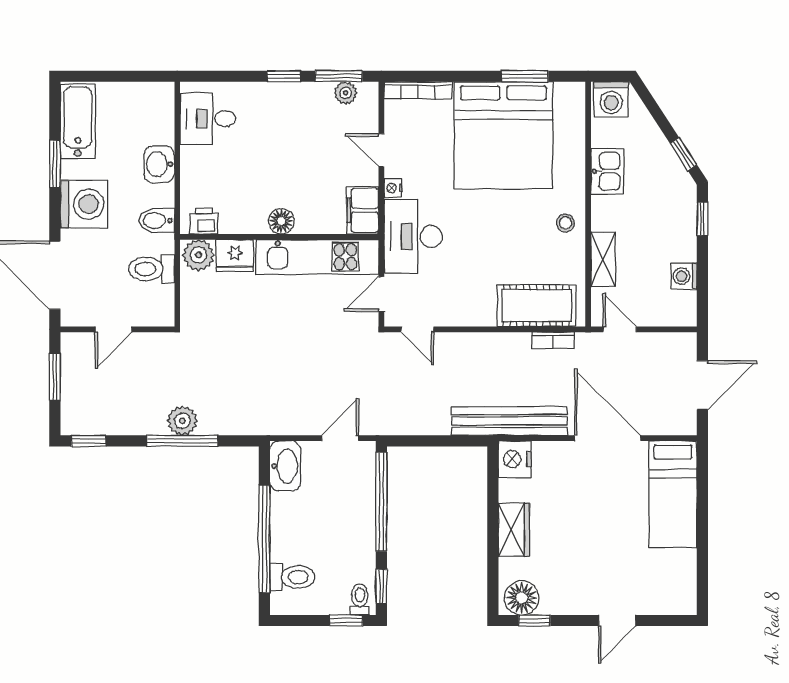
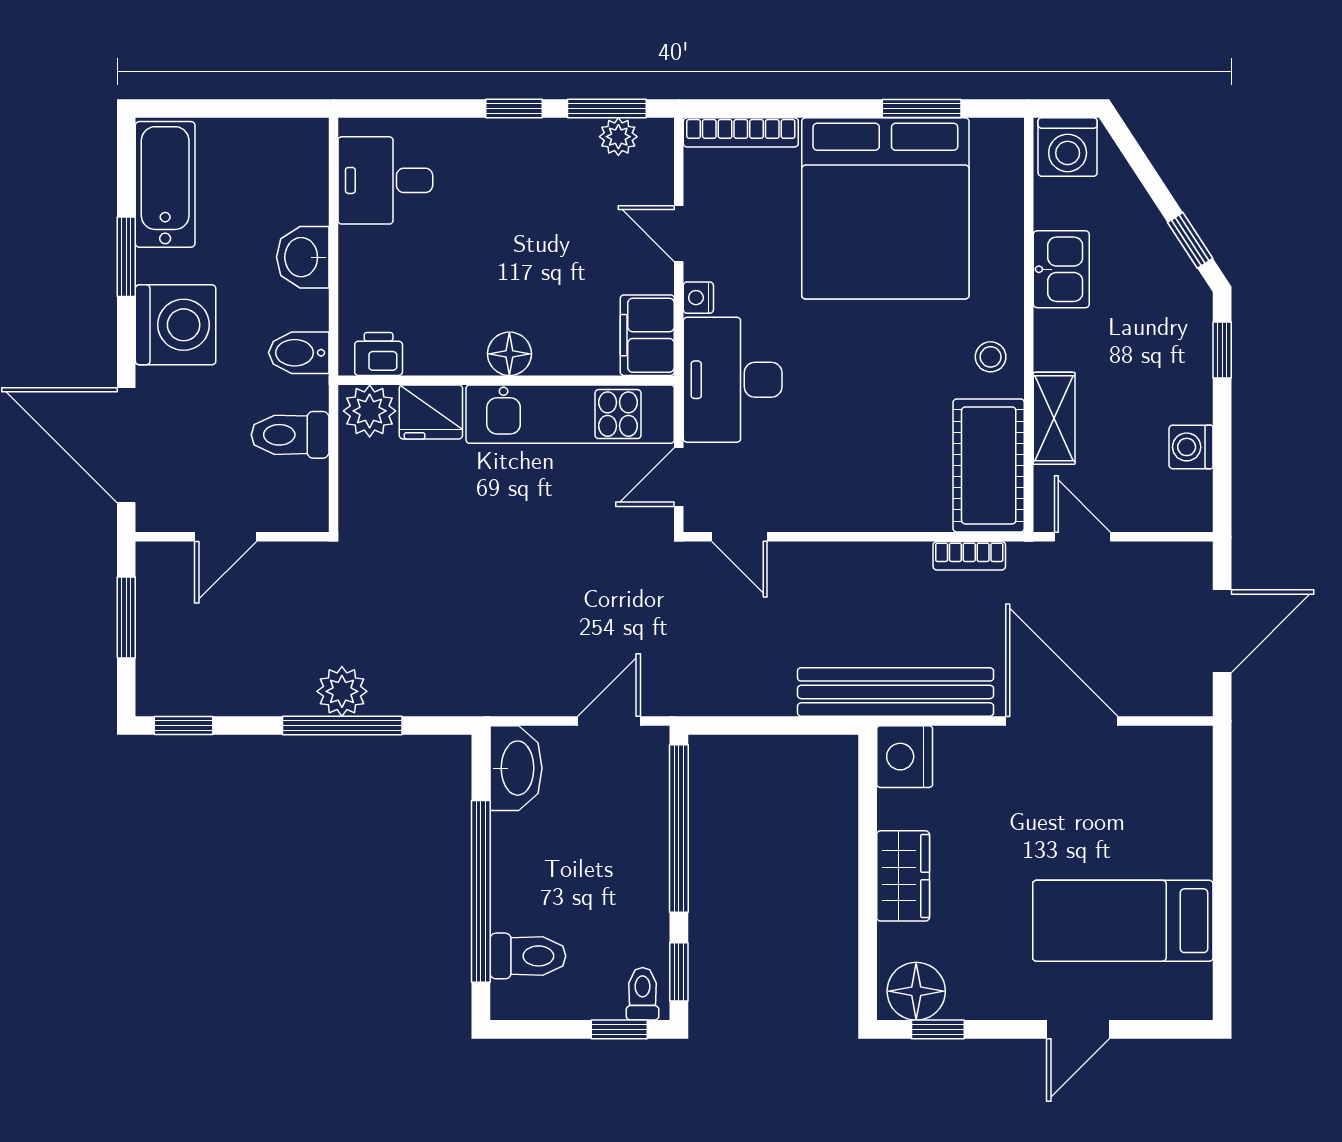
cot: (536, 306) -> (989, 465), moved, turned 90
bed: (673, 494) -> (1123, 921), moved, turned 90

